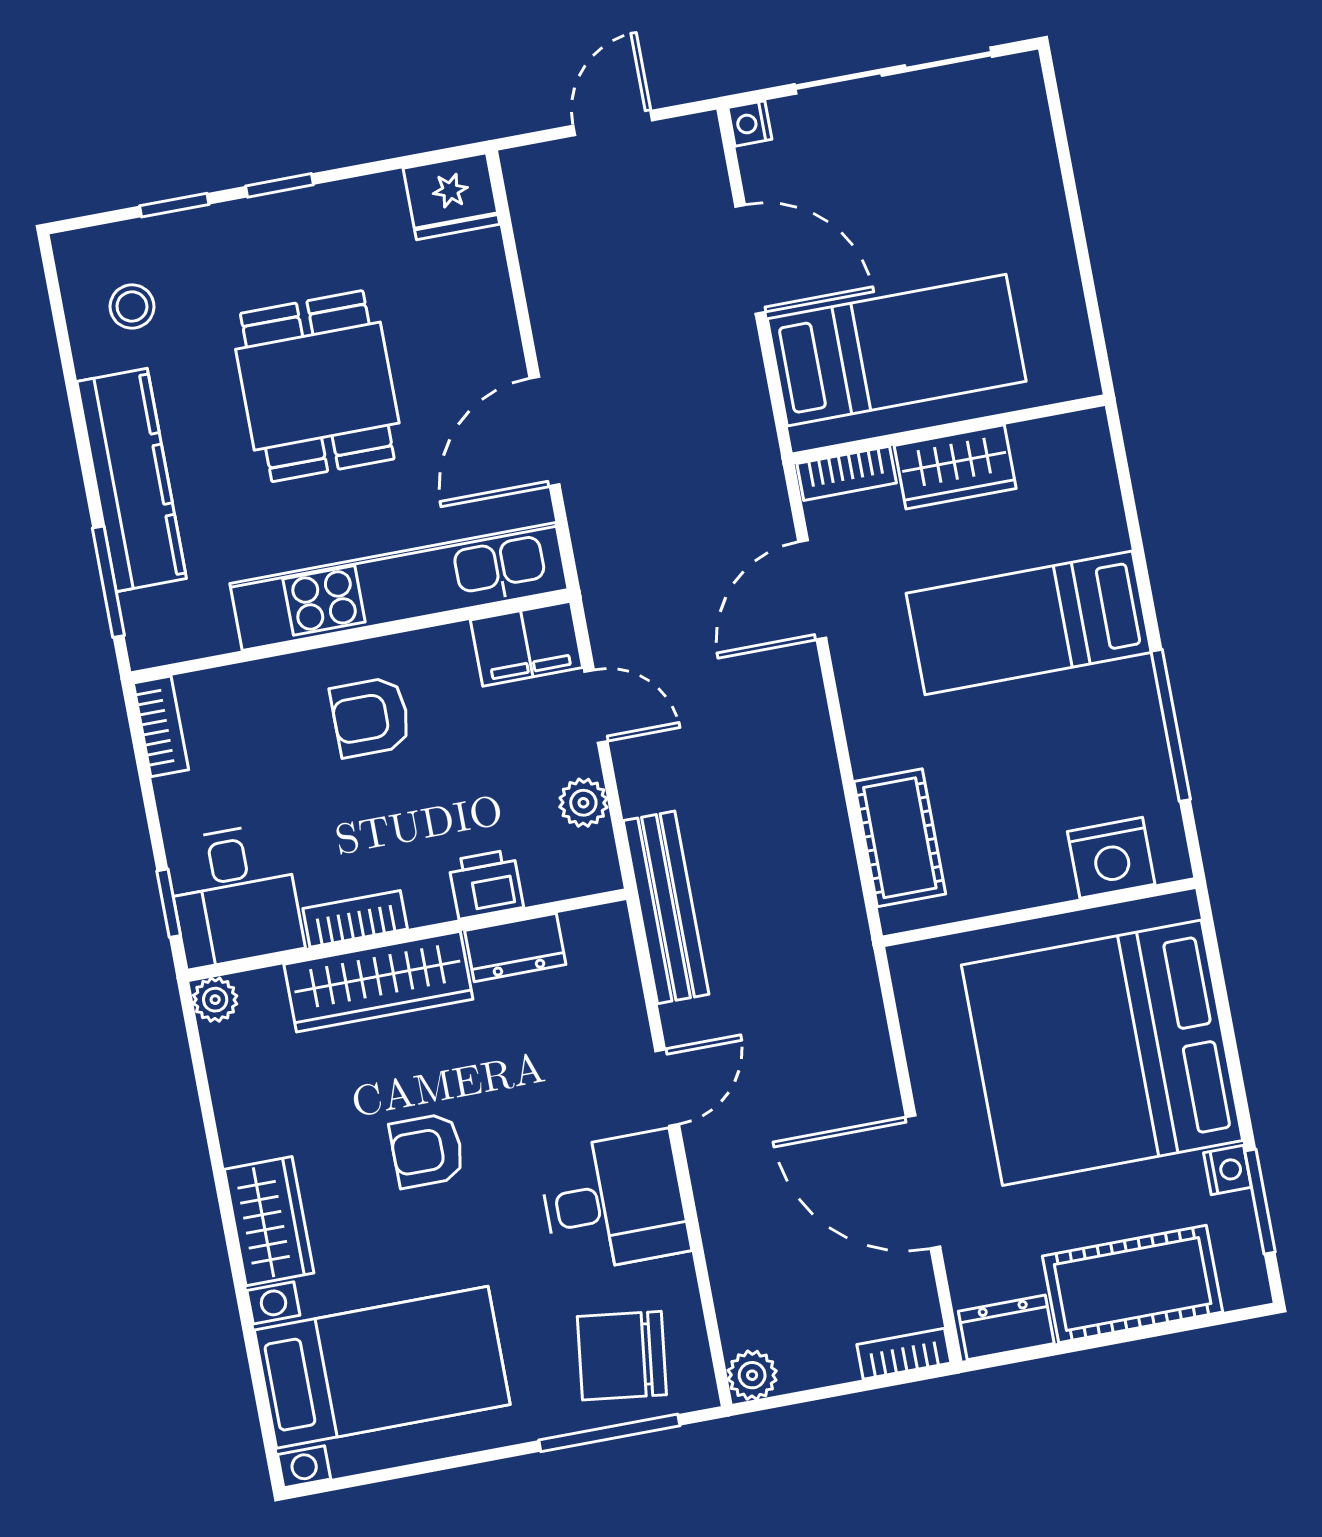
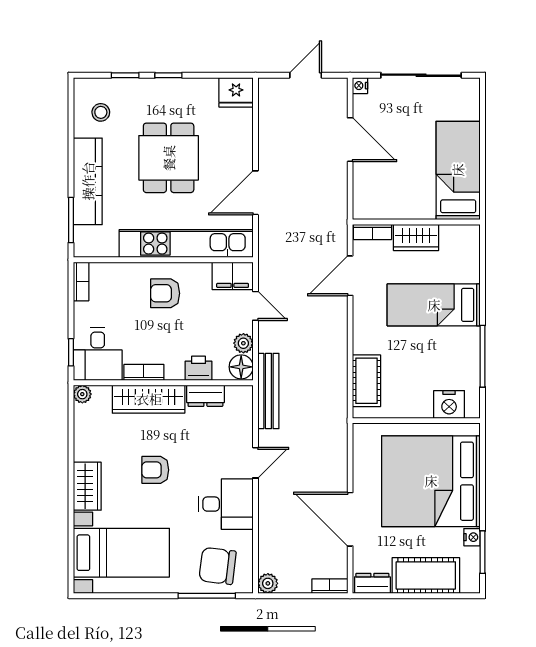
bed: (897, 350) -> (458, 170), moved, turned -90
floor lamp: (589, 861) -> (241, 367), added

